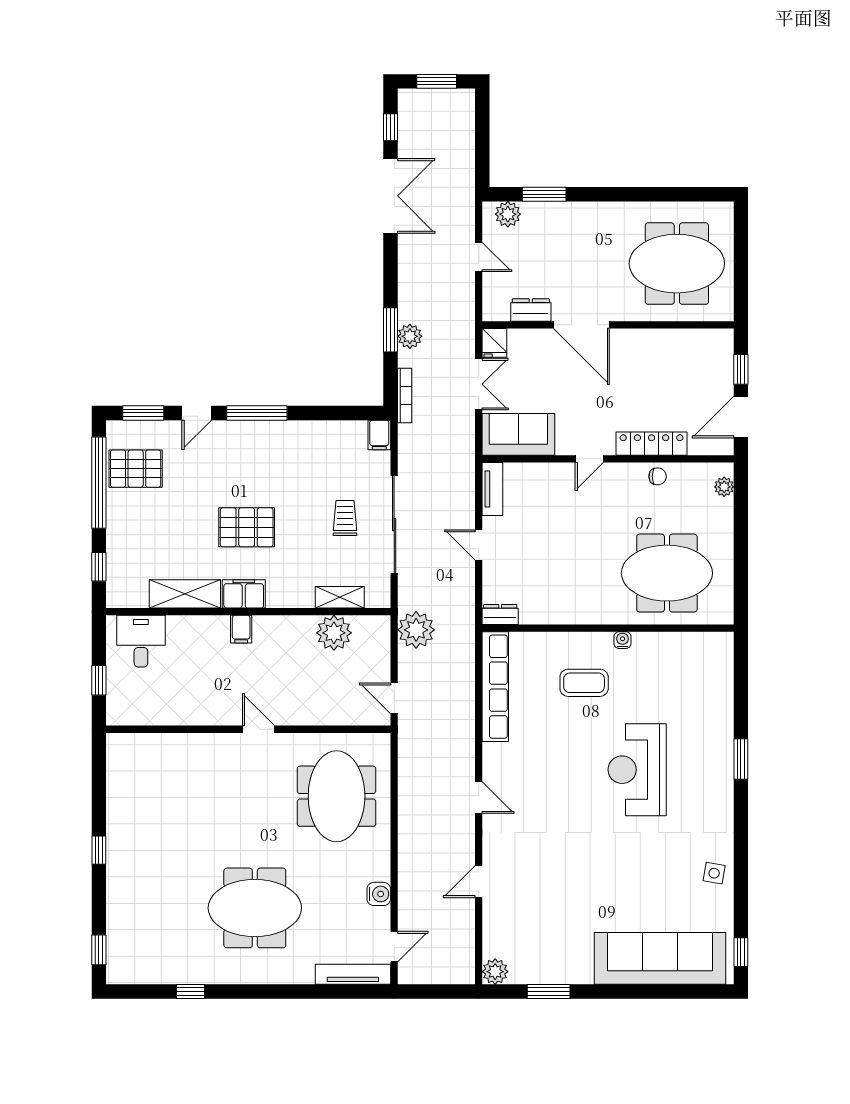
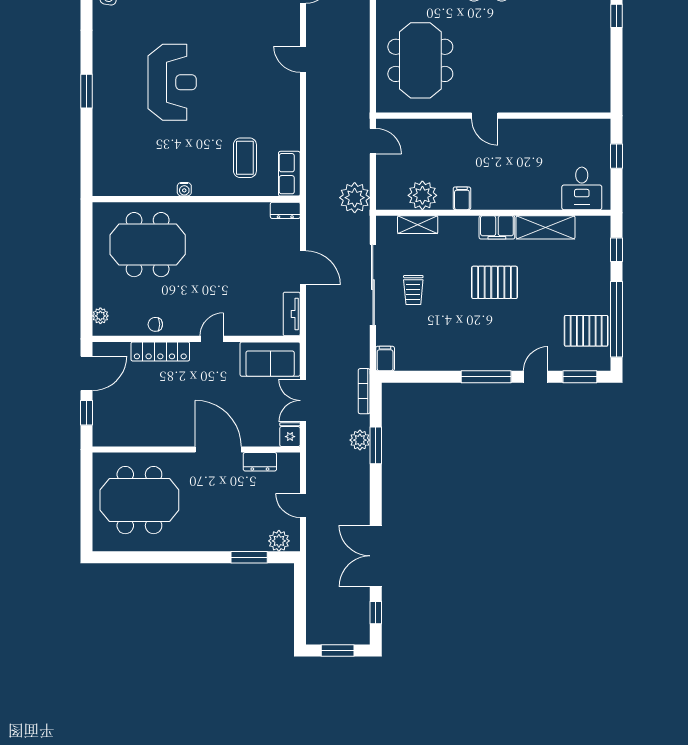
door: (479, 545) -> (303, 268), width x1.38
filing cabinet: (241, 629) -> (462, 198), moved
coffee table: (584, 683) -> (245, 158), moved, turned 90
row of seats: (495, 687) -> (289, 174), width x0.50

